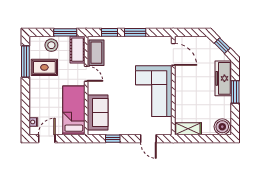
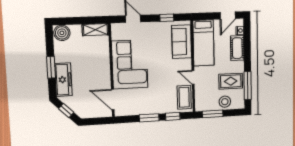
cot: (78, 50) -> (237, 48), moved

